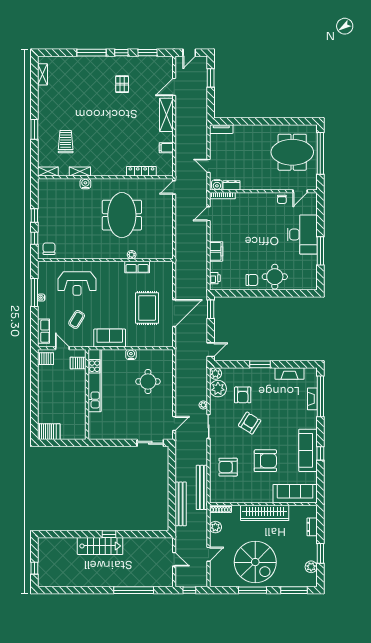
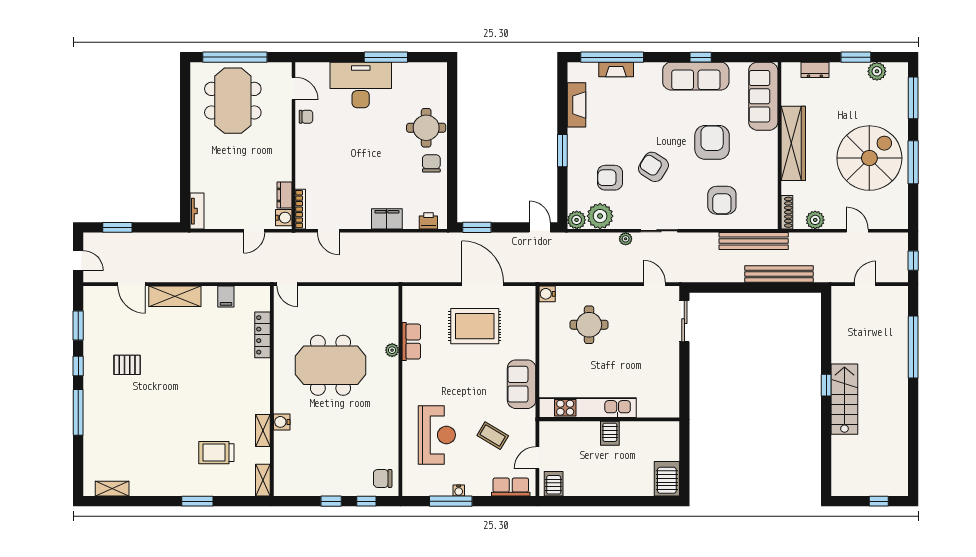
water cooler: (131, 354) -> (547, 294), moved
server rack: (78, 363) -> (610, 433), moved
armchair: (243, 395) -> (610, 178), turned 180

